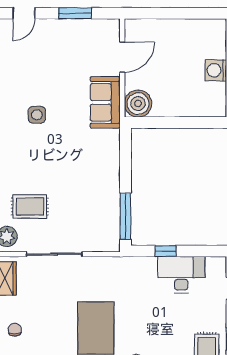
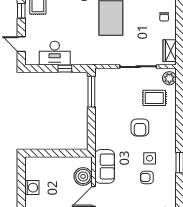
armchair: (41, 86) -> (147, 177), added
boiler: (138, 104) -> (83, 176), moved
armchair: (52, 162) -> (140, 128), added

